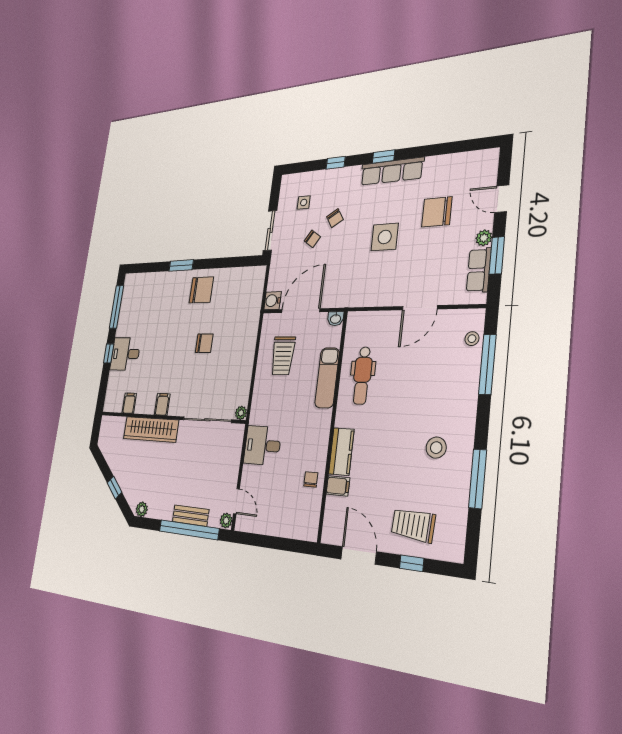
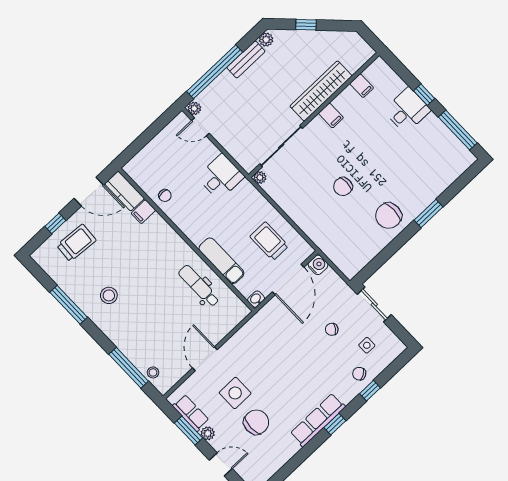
chair: (335, 218) -> (359, 374), moved
side table: (385, 237) -> (235, 393), moved
kitchen counter: (341, 452) -> (125, 191), moved
bench: (191, 515) -> (246, 59), moved

